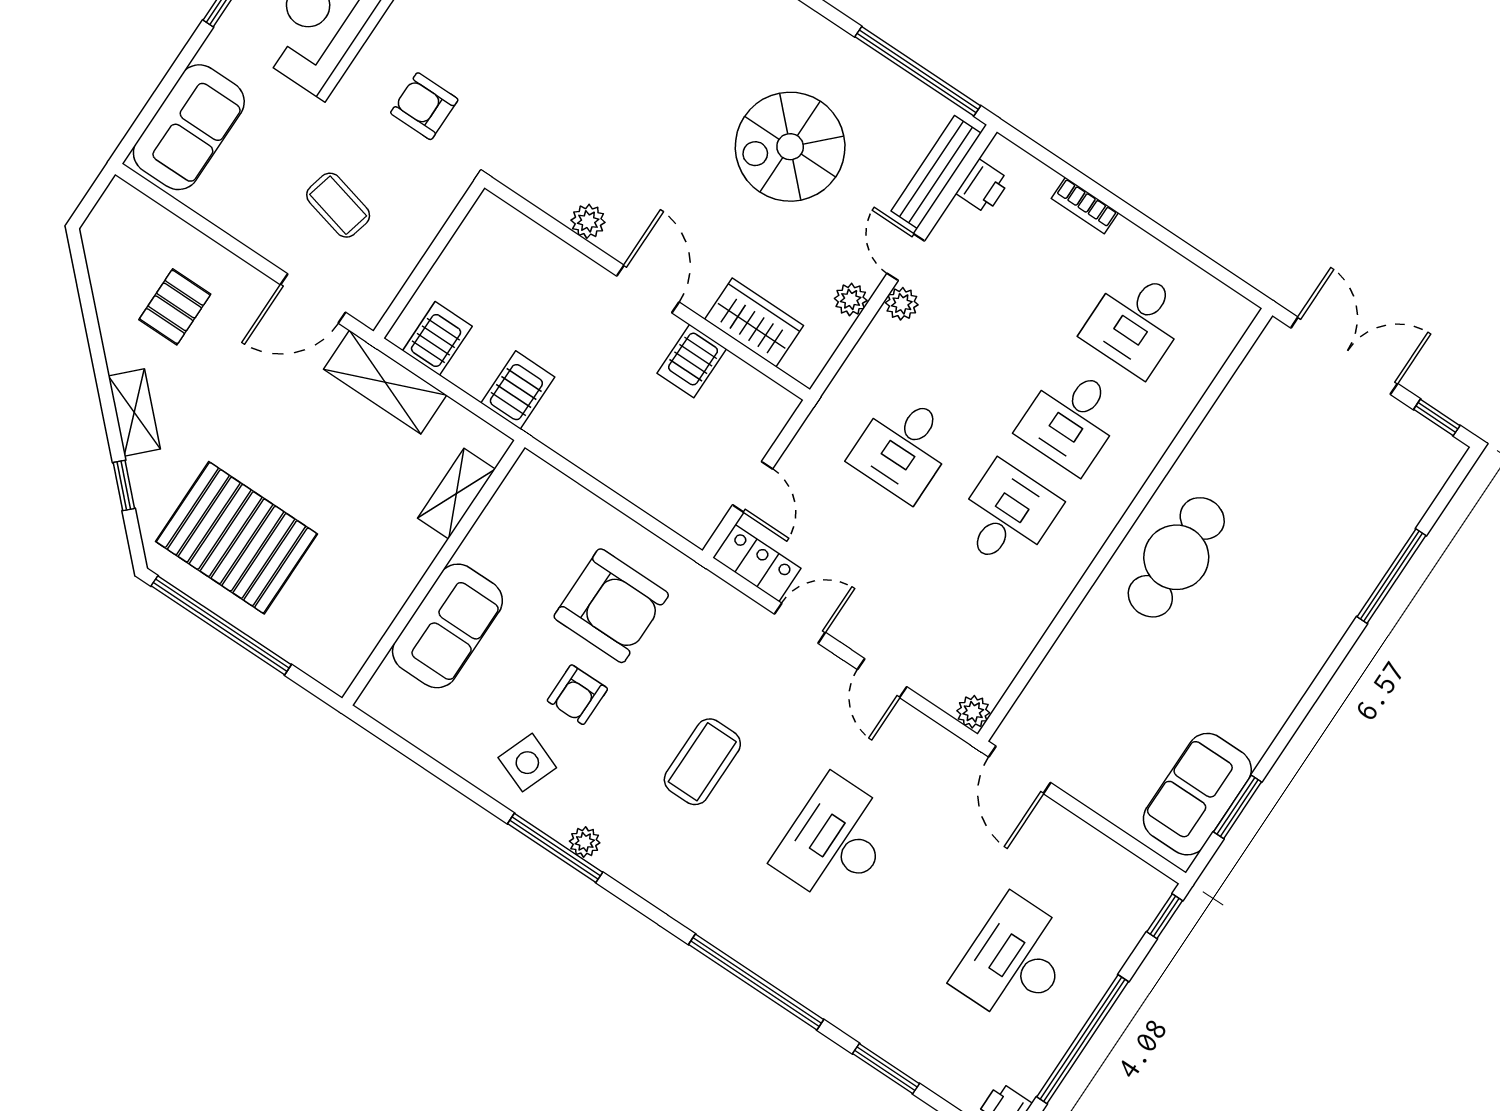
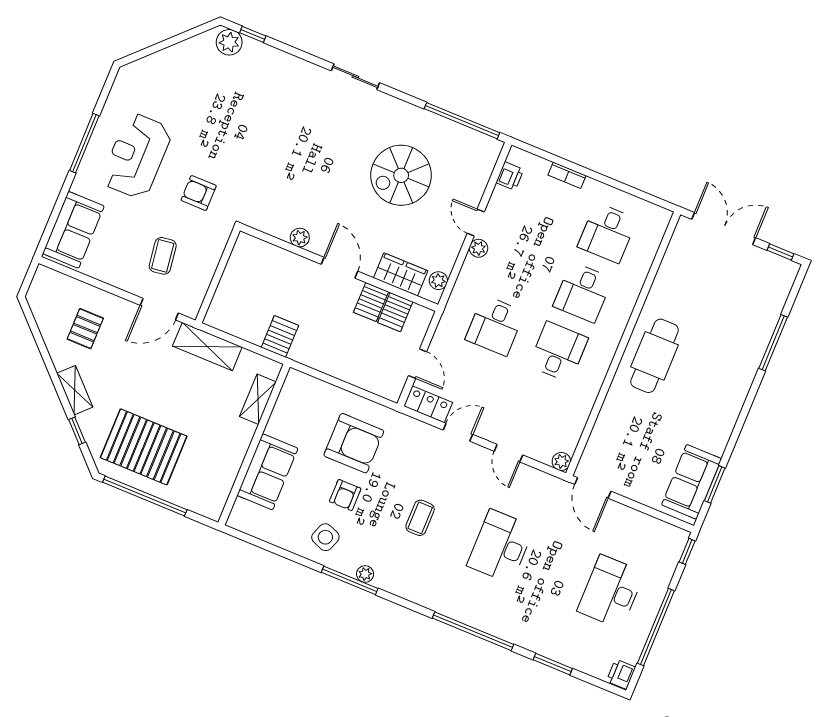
bench: (936, 172) -> (483, 173), removed
coffee table: (338, 205) -> (163, 256), turned 68
plant: (851, 299) -> (438, 281), moved
server rack: (437, 339) -> (395, 312), moved, turned 180
coffee table: (702, 762) -> (420, 518), width x0.73, depth x0.77

